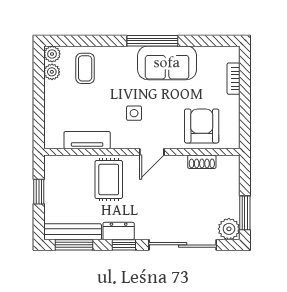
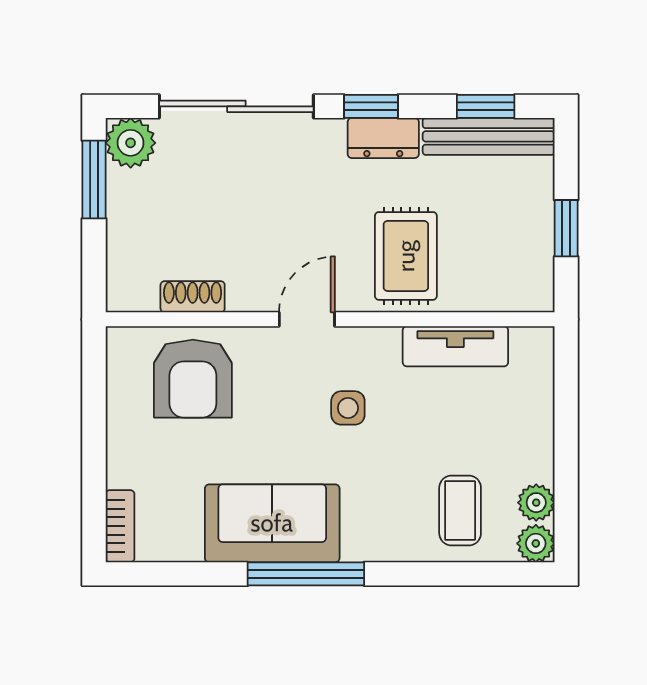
bookcase: (234, 79) -> (120, 526), moved
window: (74, 245) -> (486, 106), width x0.67

